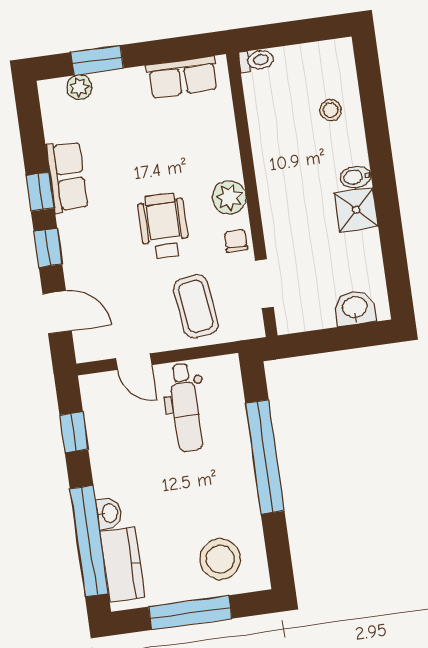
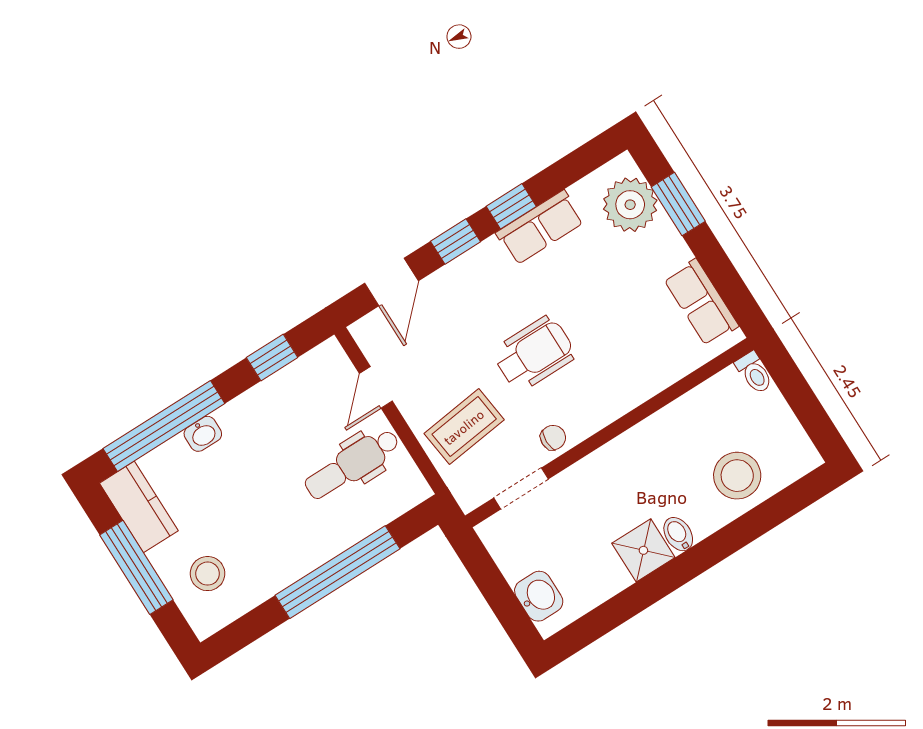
plant: (79, 87) -> (630, 205), width x1.88, depth x1.88
stool: (331, 110) -> (737, 476), width x1.89, depth x1.89
plant: (229, 197) -> (596, 410), removed
stool: (220, 559) -> (208, 574), width x0.73, depth x0.73
kitchen counter: (122, 565) -> (139, 507), moved, turned -90

